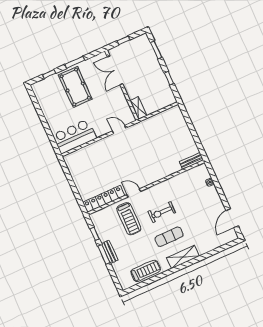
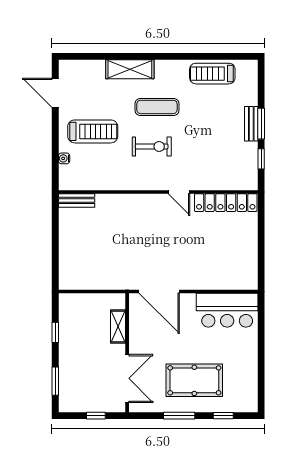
pool table: (75, 87) -> (194, 380), turned 90
shelving: (138, 108) -> (118, 326), moved
door: (119, 130) -> (159, 292), width x1.87
door: (232, 218) -> (55, 93), swing flipped
treadmill: (129, 219) -> (93, 131), moved, turned 90
shelving: (183, 257) -> (130, 69), moved

